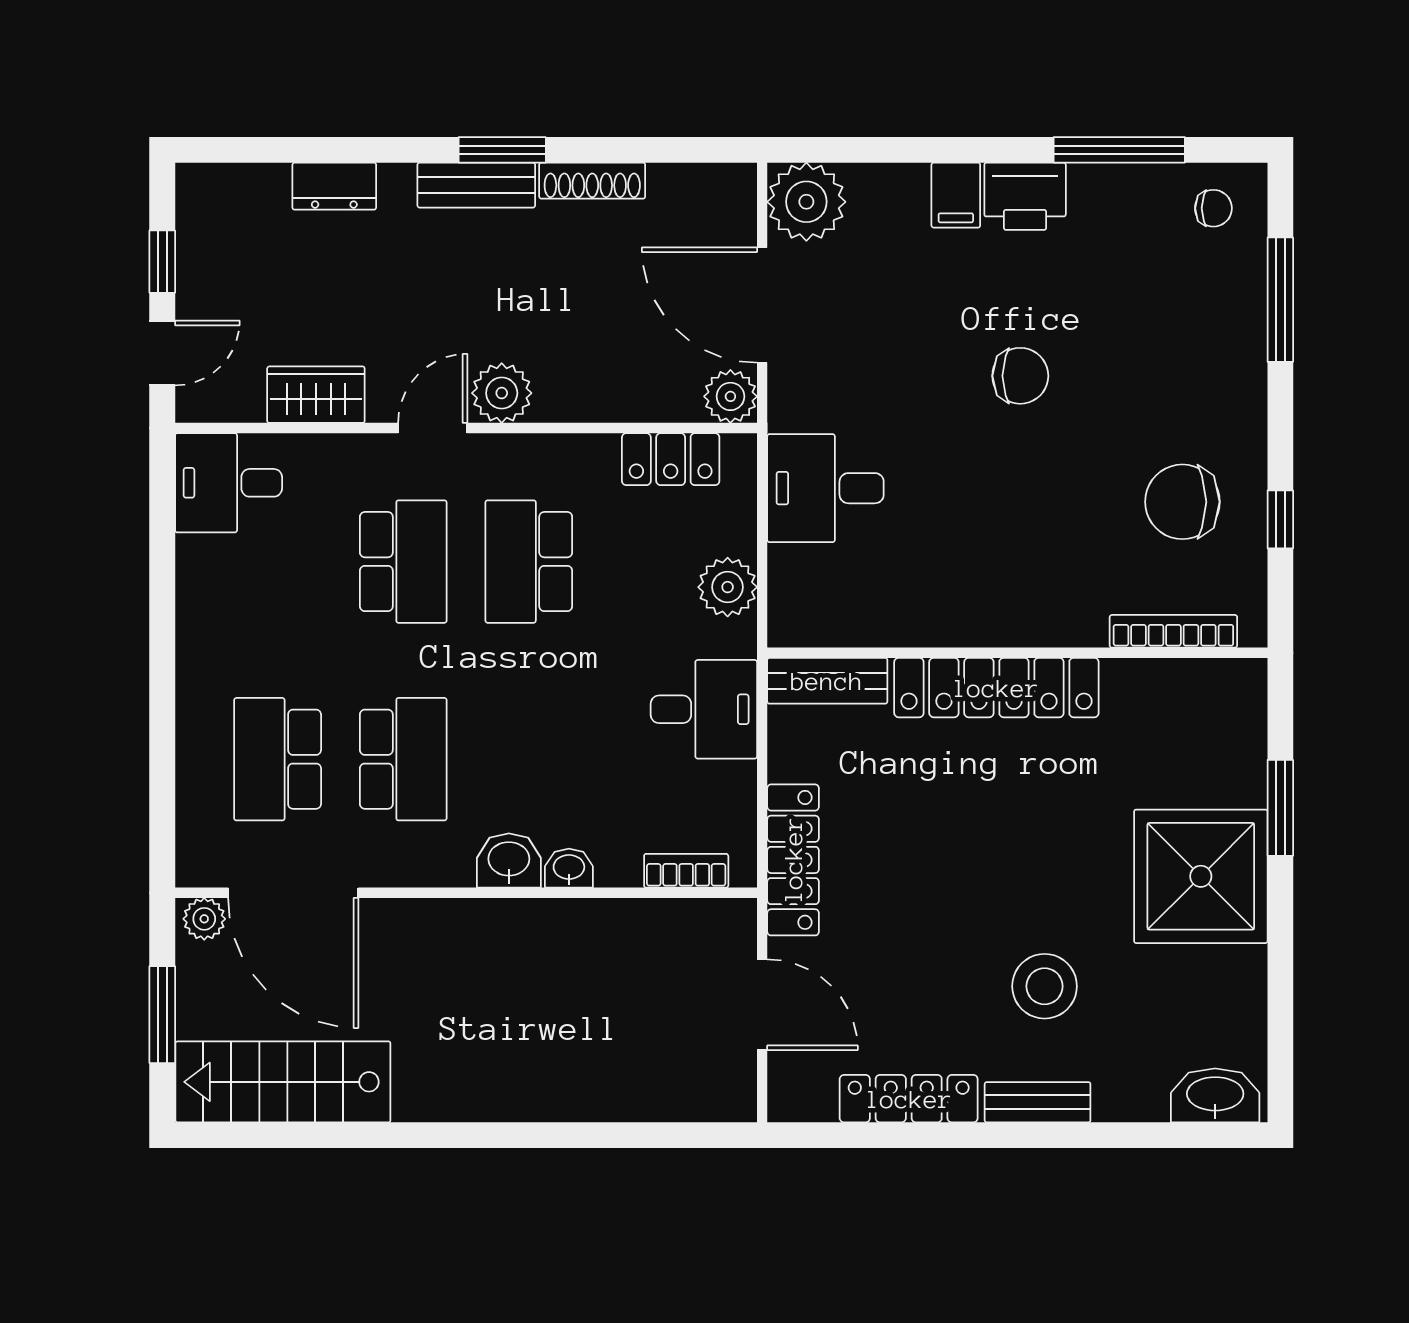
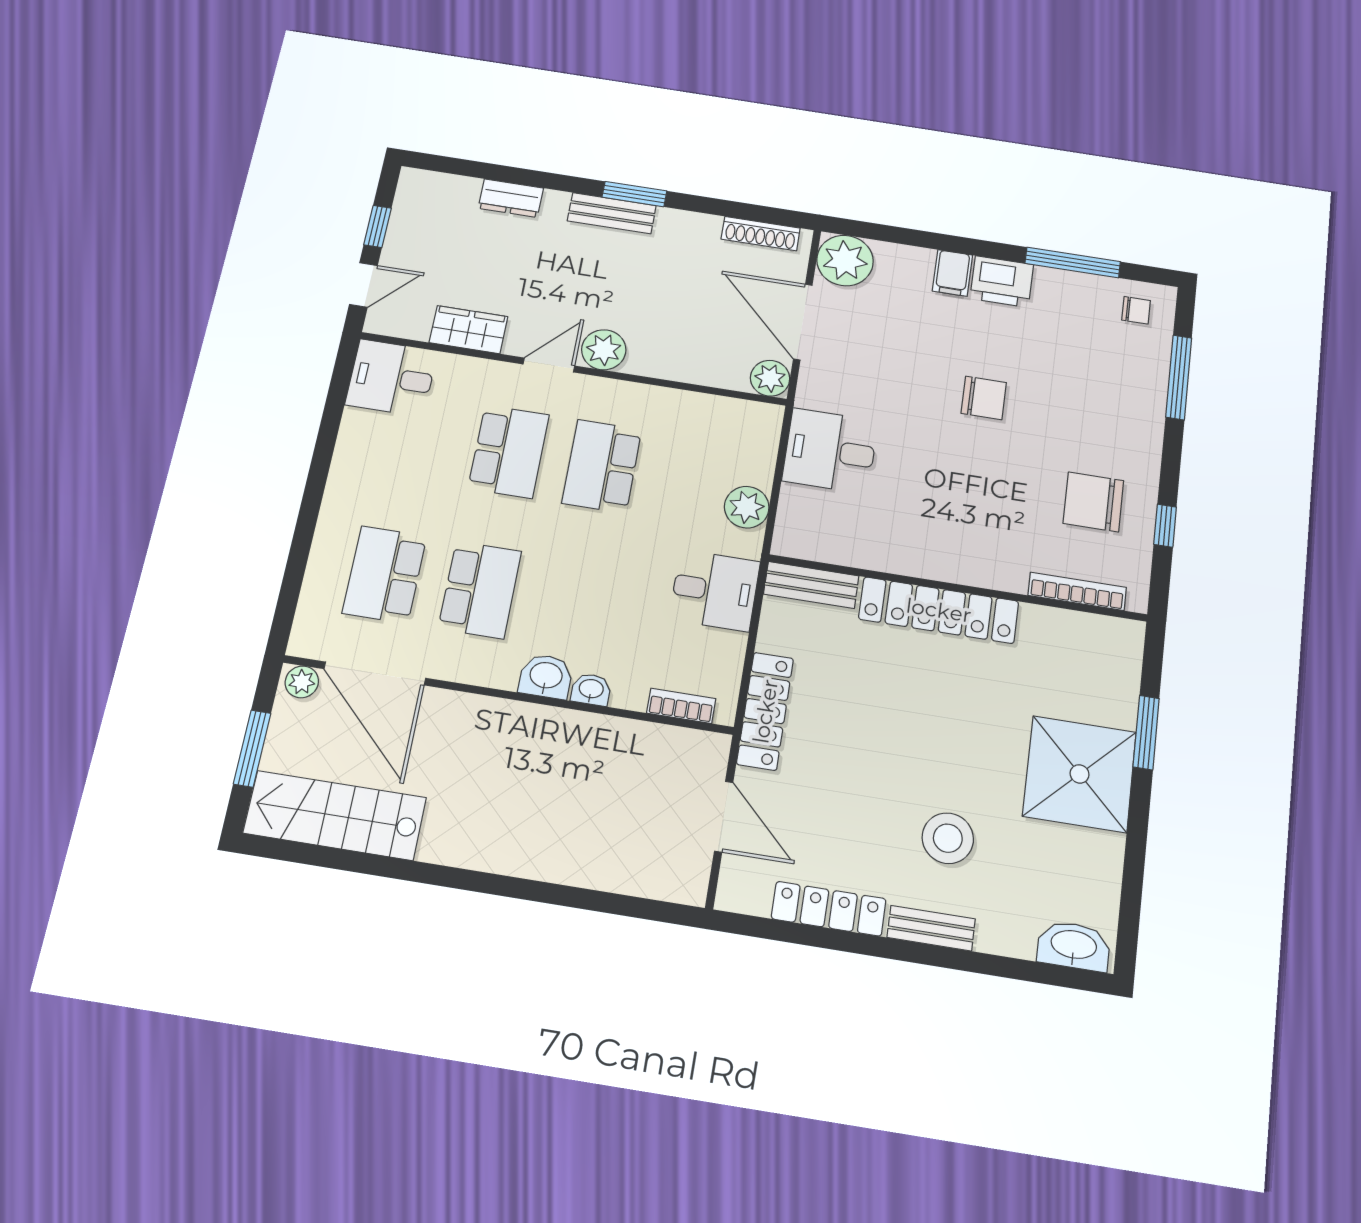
shoe rack: (592, 181) -> (761, 234), moved
locker: (671, 459) -> (719, 413), removed

